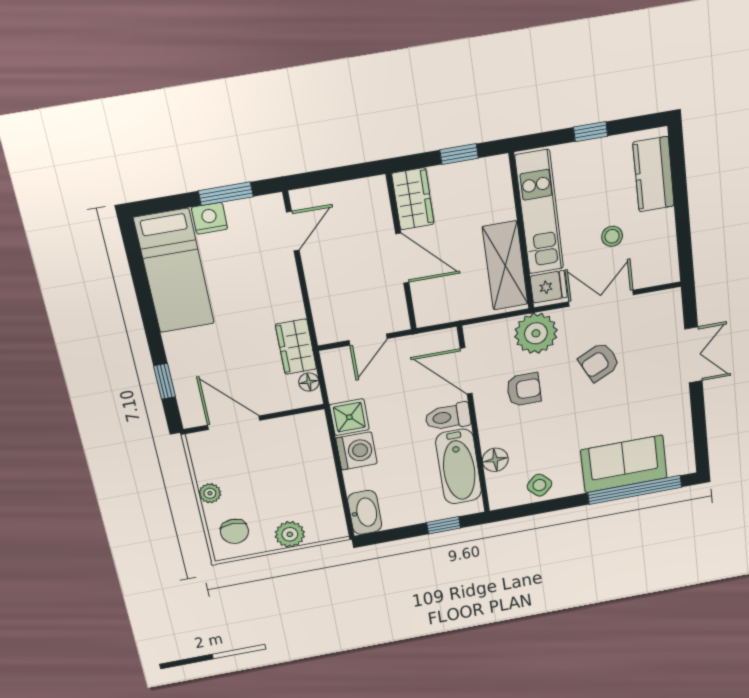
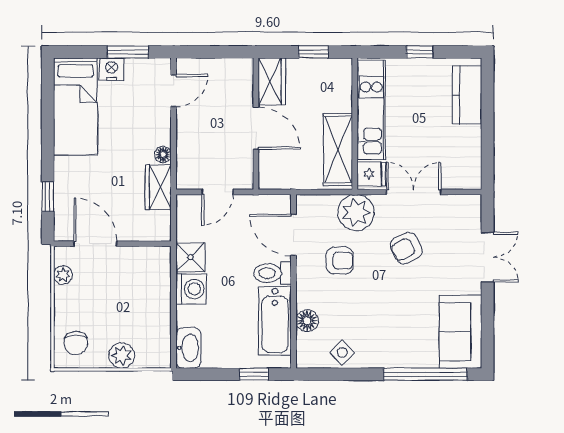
stool: (612, 236) -> (428, 141), removed
floor lamp: (309, 382) -> (163, 155), moved
sofa: (624, 464) -> (460, 332), moved, turned -90
plant: (210, 493) -> (63, 275), moved

